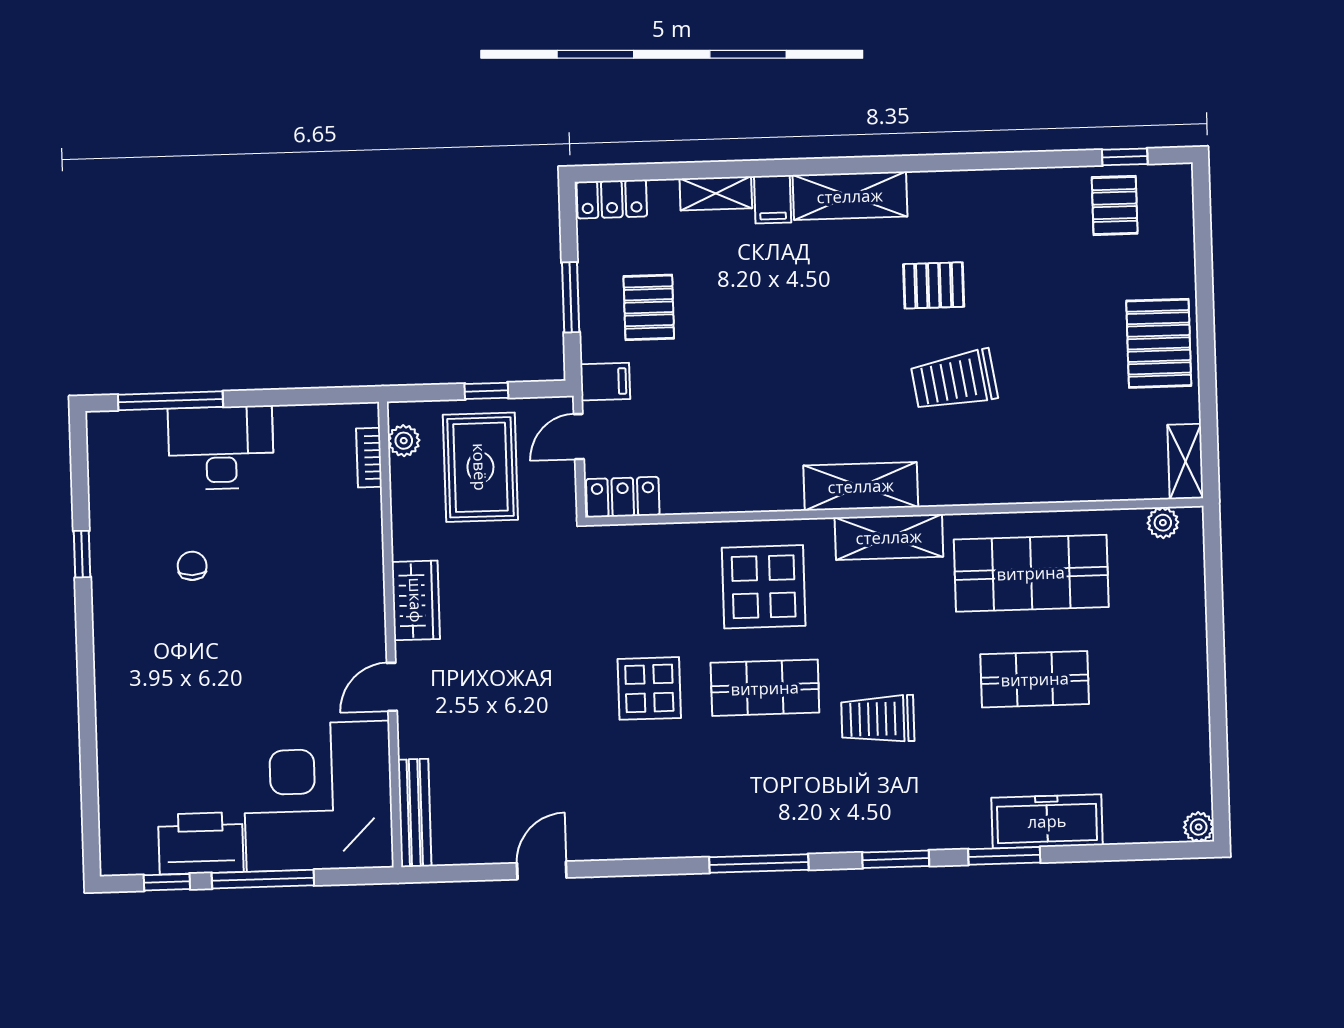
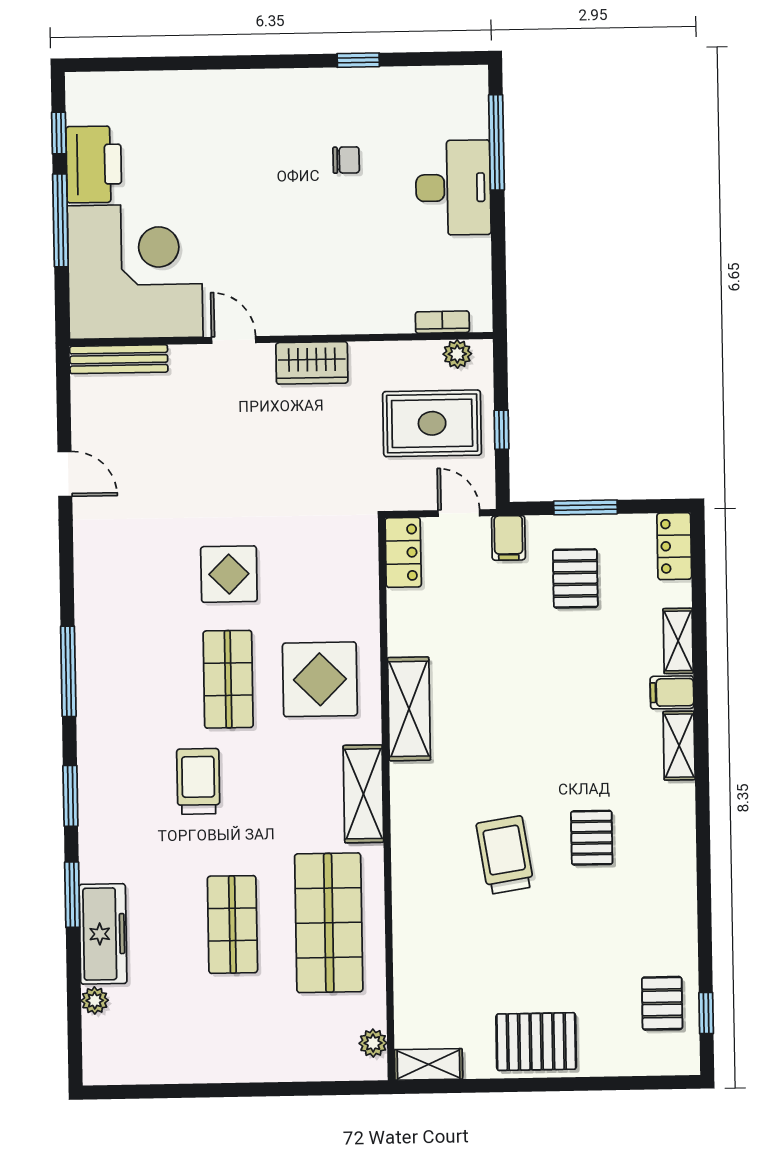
shelving: (850, 196) -> (679, 746), width x0.67, depth x0.75
pallet: (1115, 205) -> (662, 1003), turned 90
pallet: (649, 307) -> (575, 578), turned 90
shelving: (861, 486) -> (409, 709), moved
plant: (1199, 827) -> (95, 1000), moved

